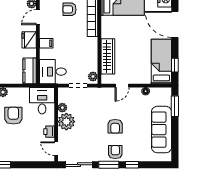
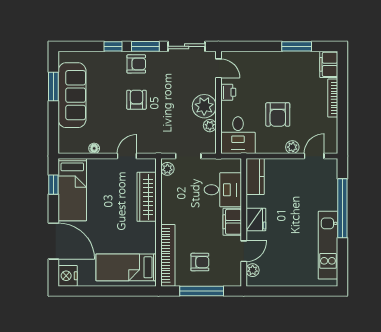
filing cabinet: (46, 43) -> (232, 222), width x2.00
desk: (53, 72) -> (223, 190), moved
window: (175, 106) -> (53, 87), moved
armchair: (115, 152) -> (136, 64), turned -90

